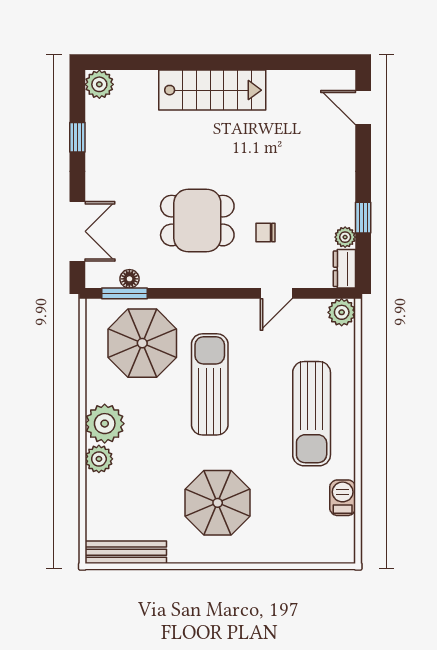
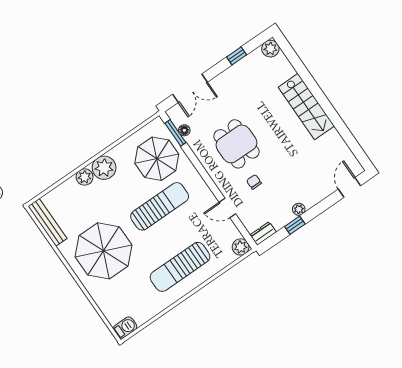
plant: (345, 237) -> (299, 209), moved
barbecue: (343, 498) -> (125, 328), moved
parasol: (218, 503) -> (104, 251), width x1.36, depth x1.36

